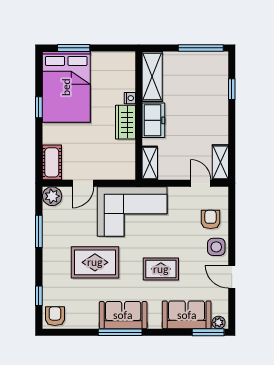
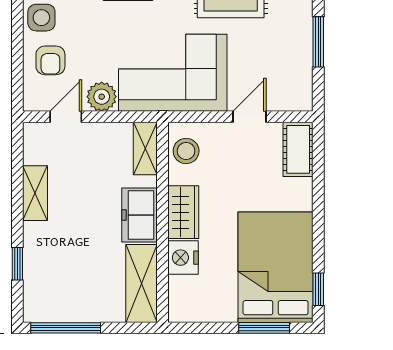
nightstand: (130, 98) -> (183, 258), width x1.89, depth x1.79
window: (39, 107) -> (318, 289), moved
stool: (124, 161) -> (186, 151), added
shelving: (220, 162) -> (35, 193), moved
door: (201, 183) -> (66, 117), swing flipped
plant: (52, 196) -> (102, 97), moved

